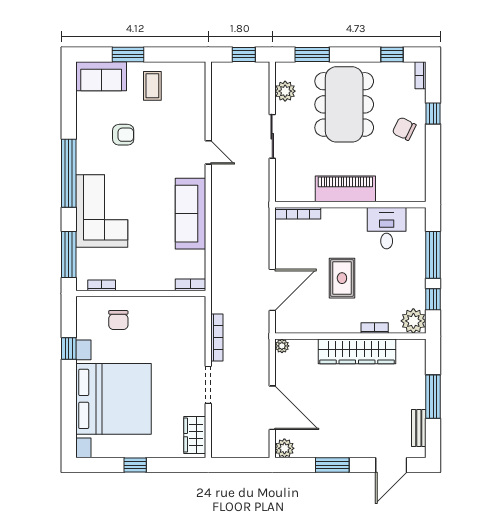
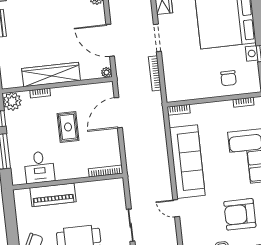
armchair: (123, 135) -> (240, 214), width x1.88, depth x1.88
piano: (345, 189) -> (53, 195), moved
sofa: (190, 214) -> (187, 162), width x1.36, depth x1.27
chair: (118, 320) -> (228, 78), turned 180
door: (272, 408) -> (110, 40), moved

